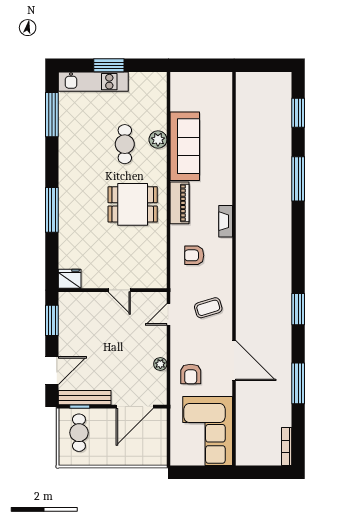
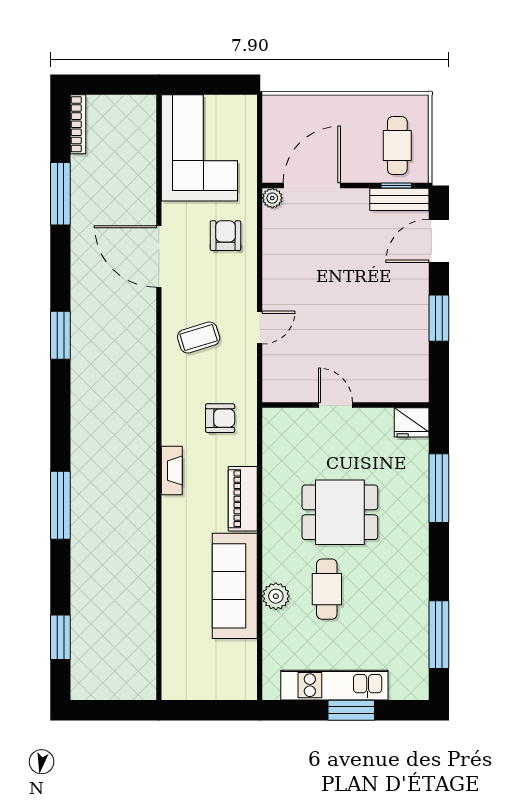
kitchen unit: (93, 82) -> (334, 685), moved
window: (298, 179) -> (60, 505), moved
dining table: (133, 204) -> (340, 512), moved
fridge: (70, 279) -> (412, 422), moved
wall: (113, 290) -> (346, 405), moved
door: (119, 290) -> (335, 405), moved
plant: (160, 364) -> (272, 198), moved
window: (298, 383) -> (60, 194), moved
bench: (85, 398) -> (399, 199), width x0.73

